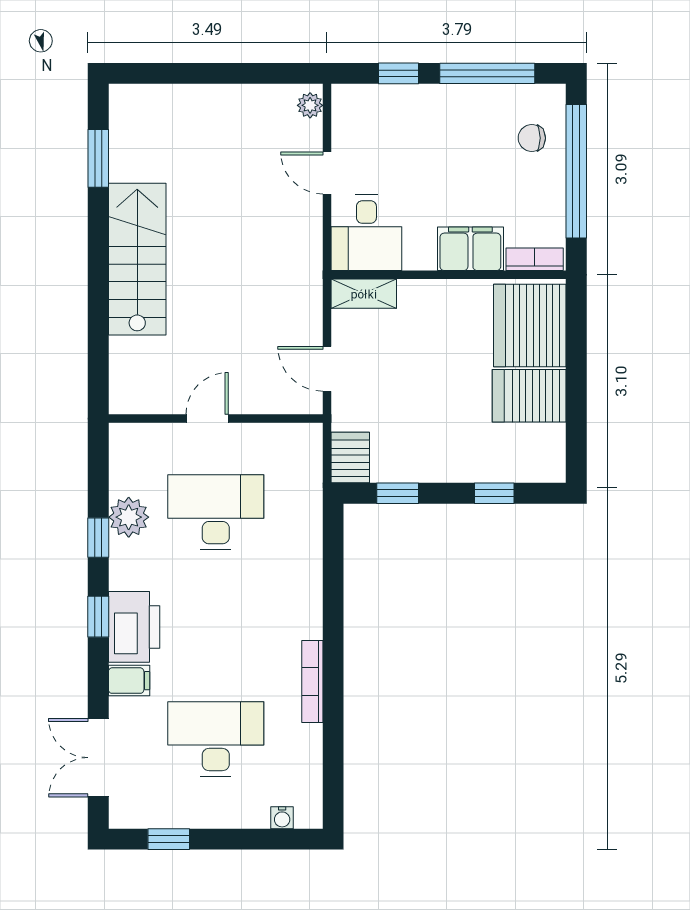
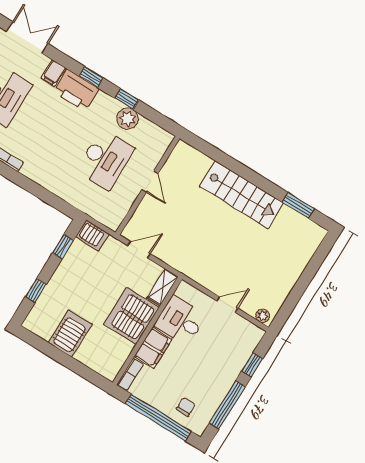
desk: (366, 233) -> (180, 321), moved
server rack: (530, 325) -> (131, 316), moved, turned -90

